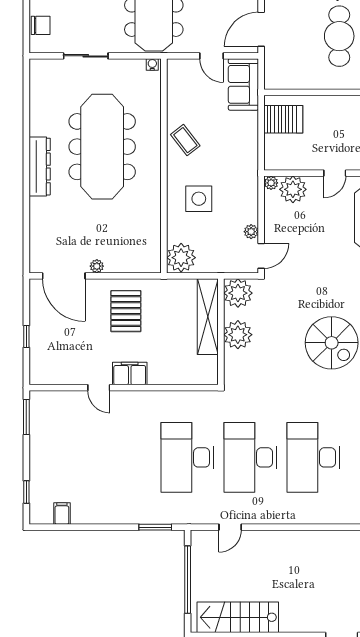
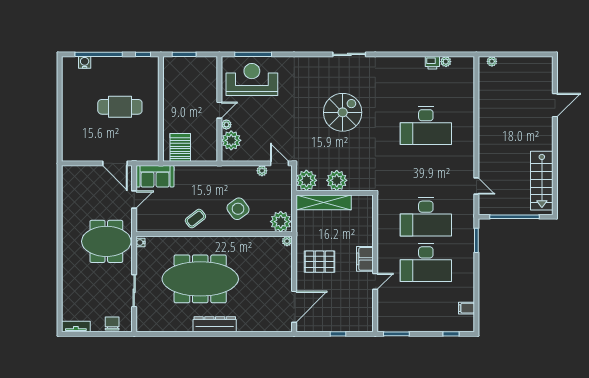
door: (335, 173) -> (219, 110), hinge flipped
plant: (271, 183) -> (226, 125), moved
side table: (199, 199) -> (238, 209), turned -36
plant: (97, 266) -> (287, 241), moved
desk: (250, 457) -> (426, 263), moved

